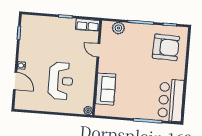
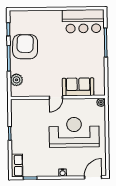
row of seats: (88, 25) -> (17, 165), moved
armchair: (166, 47) -> (25, 47), moved
door: (98, 50) -> (56, 97), moved
door: (15, 81) -> (93, 177), moved
reception desk: (61, 81) -> (74, 132), width x1.36, depth x1.30

